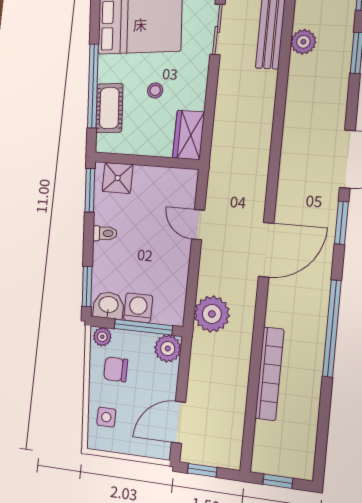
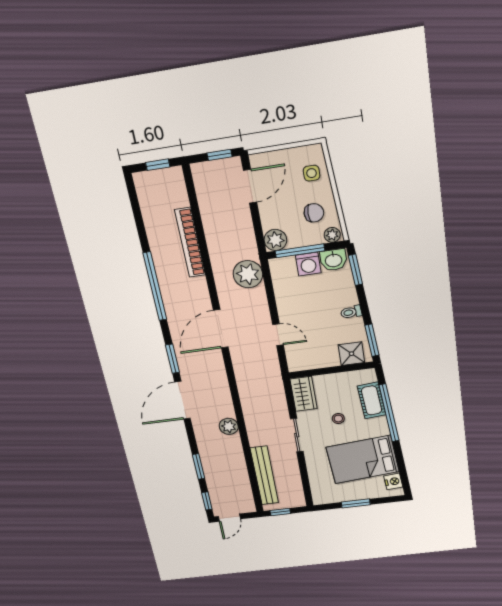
sliding door: (217, 29) -> (297, 435), moved
plant: (303, 42) -> (229, 426), moved

